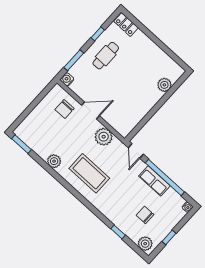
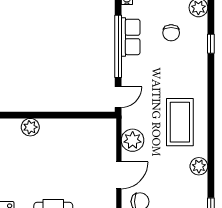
door: (91, 111) -> (119, 175), swing flipped
row of seats: (154, 181) -> (131, 37), moved

